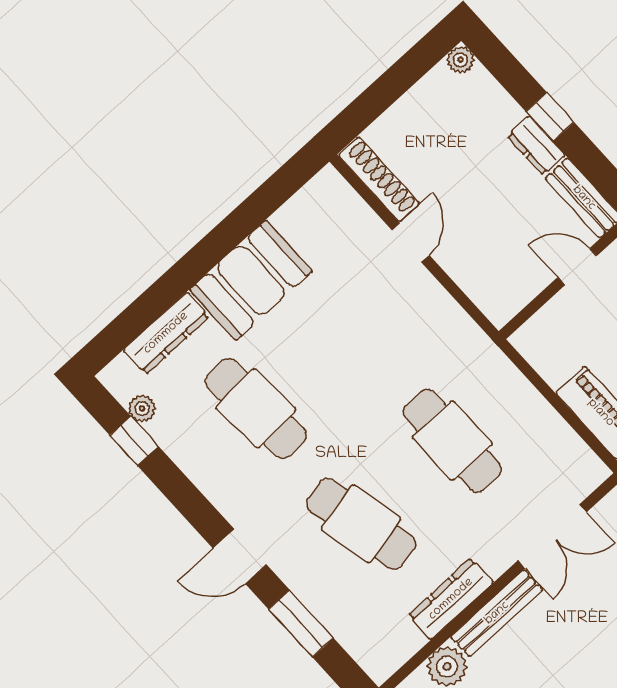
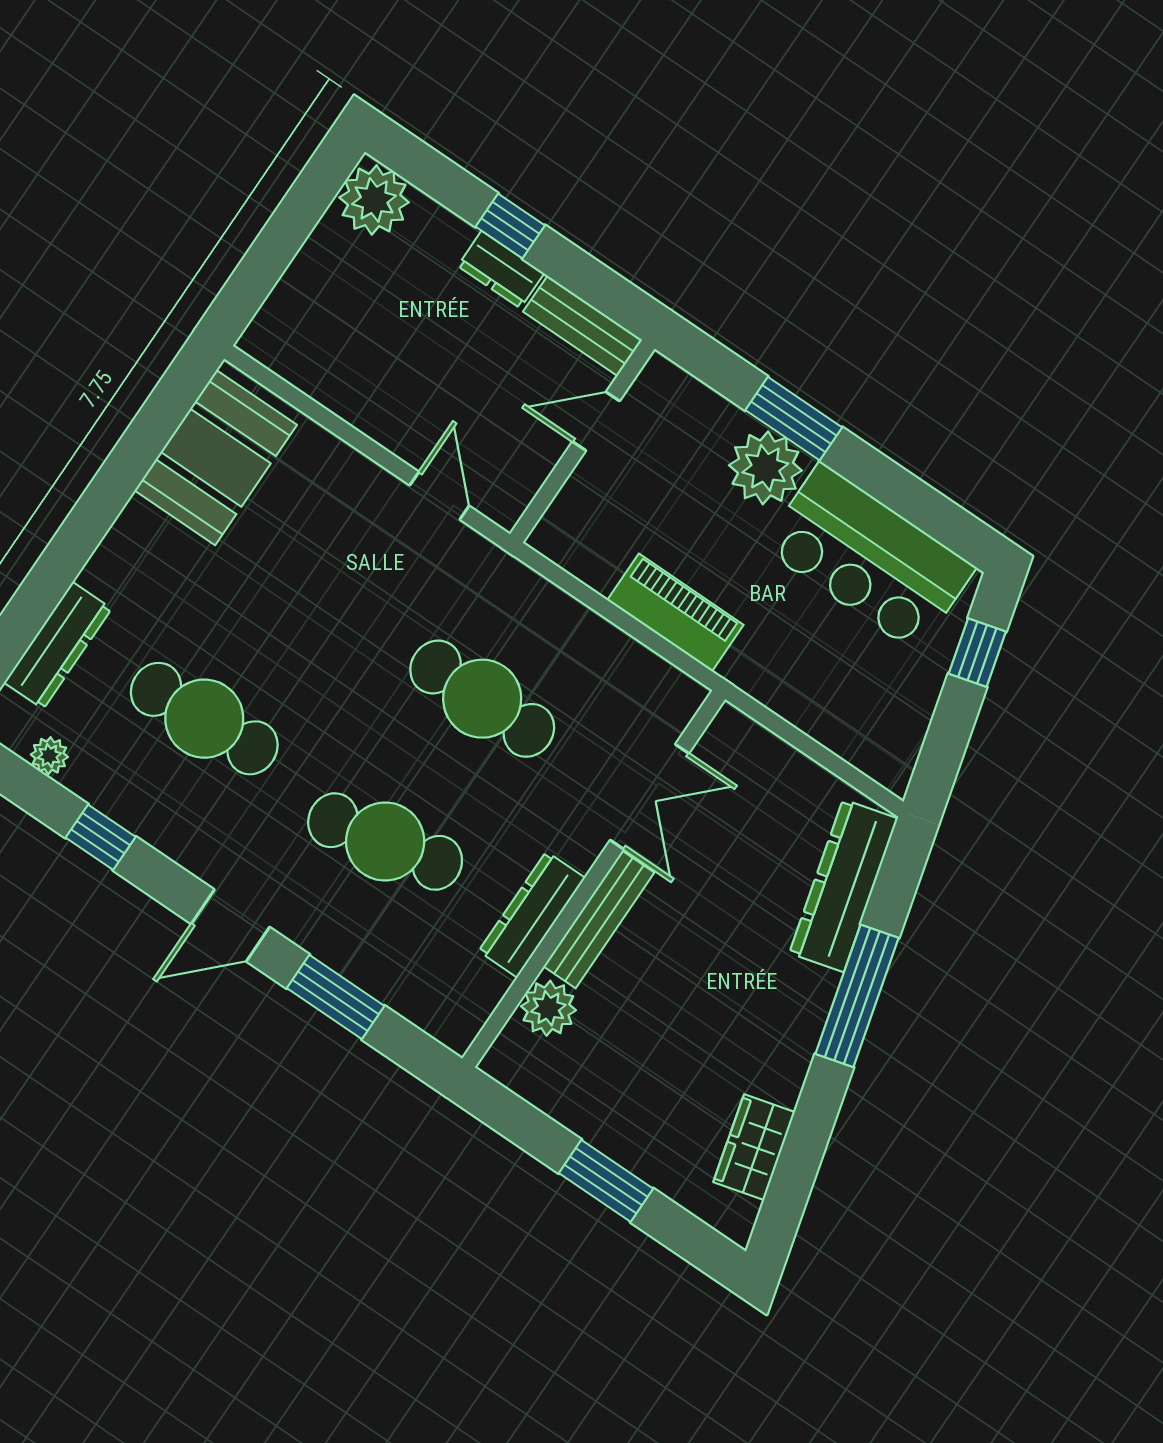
plant: (460, 60) -> (374, 200), width x1.87, depth x1.87
shoe rack: (379, 179) -> (298, 367), removed
door: (410, 242) -> (439, 496), moved
booth: (251, 280) -> (216, 458), moved
window: (134, 441) -> (101, 837), moved

